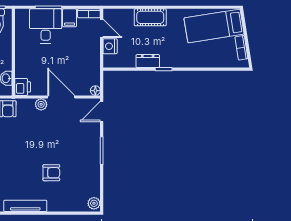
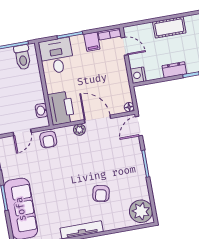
desk: (46, 26) -> (57, 56), moved
nightstand: (110, 46) -> (138, 75), moved
printer: (23, 87) -> (61, 108), width x1.87, depth x1.48
armchair: (51, 173) -> (101, 193), turned 102
plant: (94, 203) -> (141, 211), width x1.88, depth x1.88

